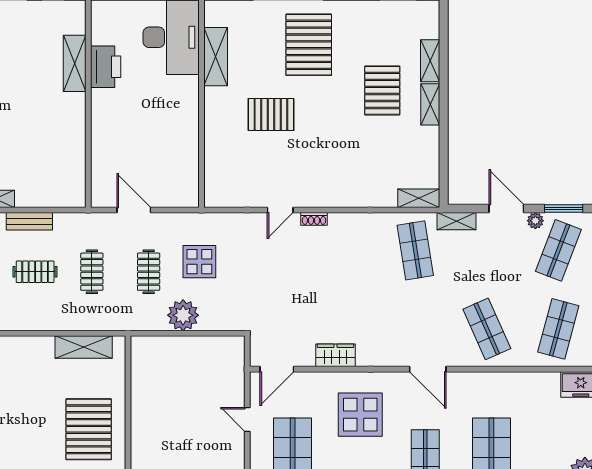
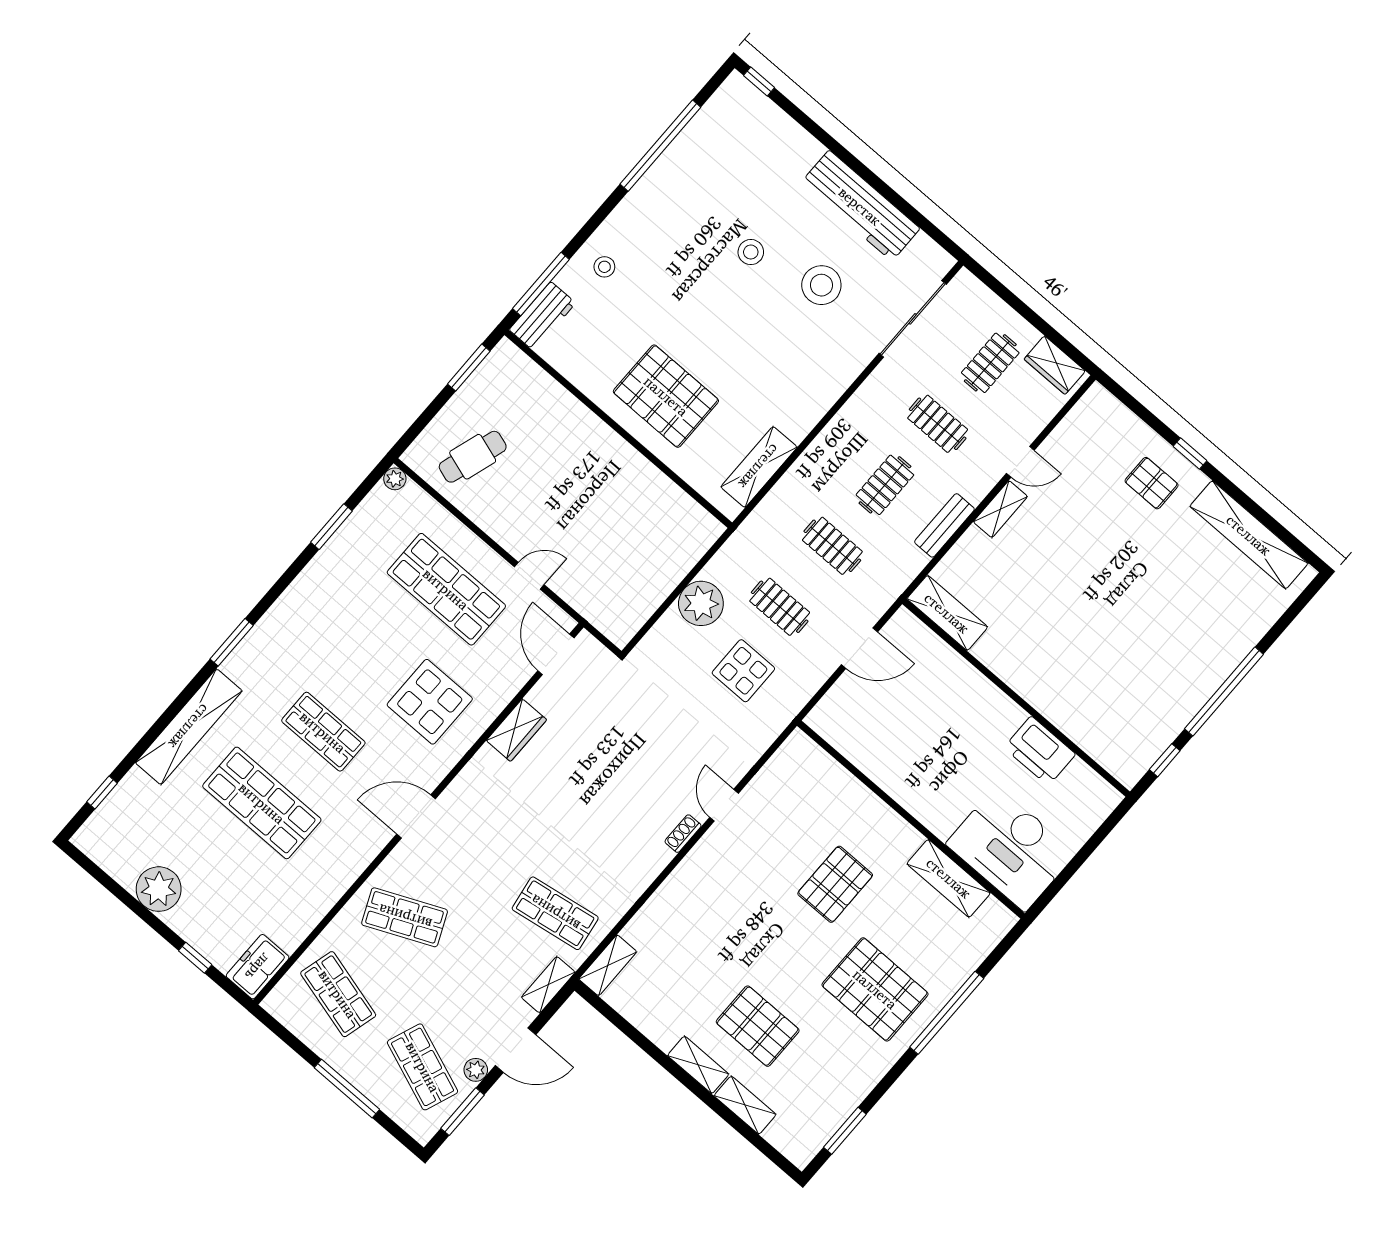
shelving: (75, 63) -> (947, 613), moved

